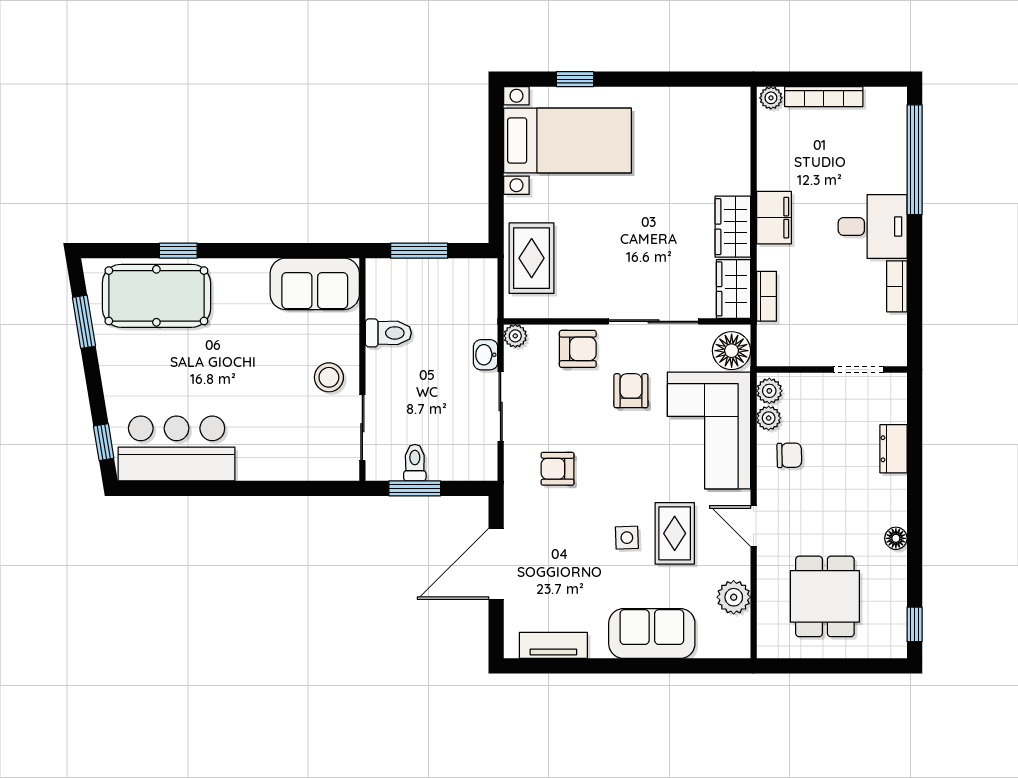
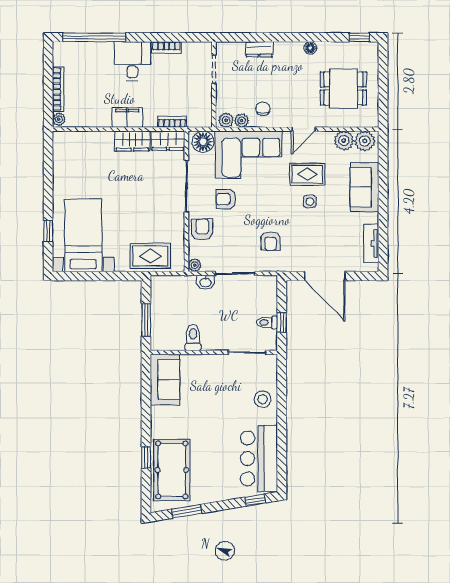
stool: (329, 377) -> (263, 399), moved
window: (415, 488) -> (282, 323), width x0.67
plant: (733, 634) -> (365, 141), added

